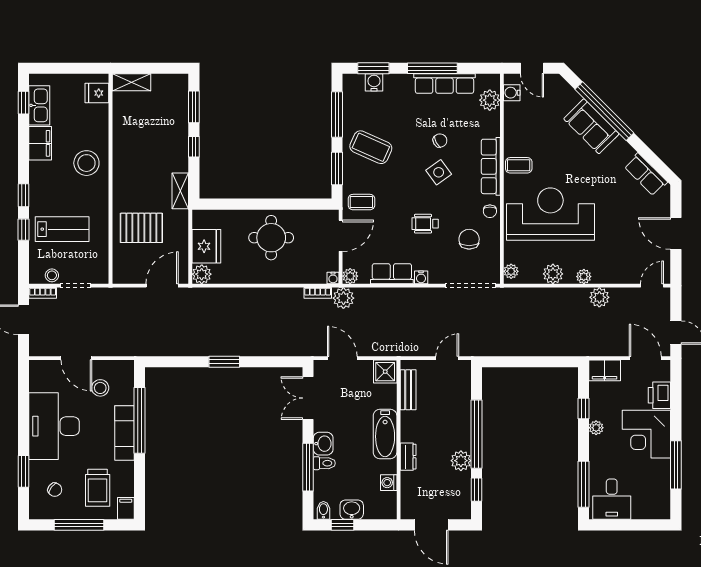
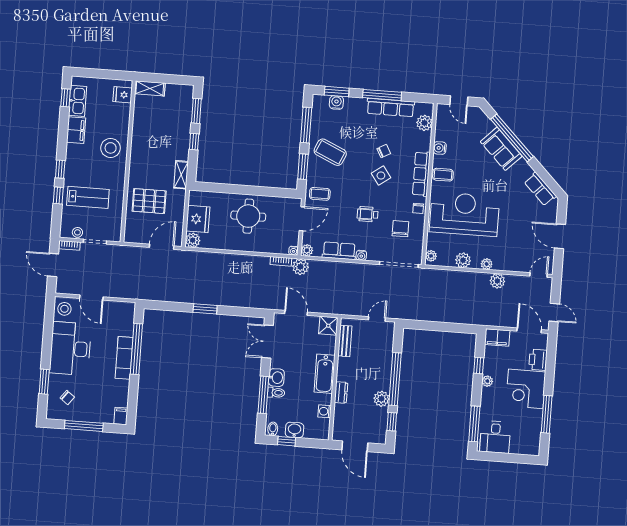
water cooler: (512, 93) -> (440, 148), moved
stool: (100, 388) -> (64, 309), moved
trolley: (98, 488) -> (100, 398), removed

